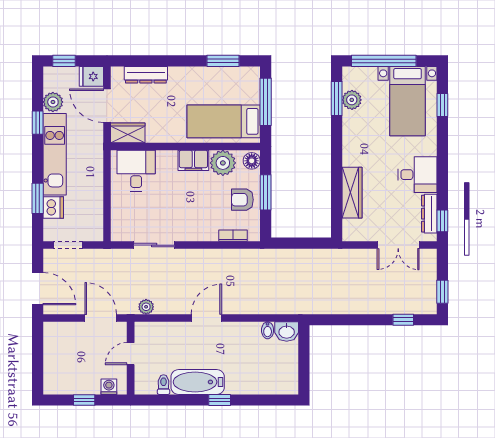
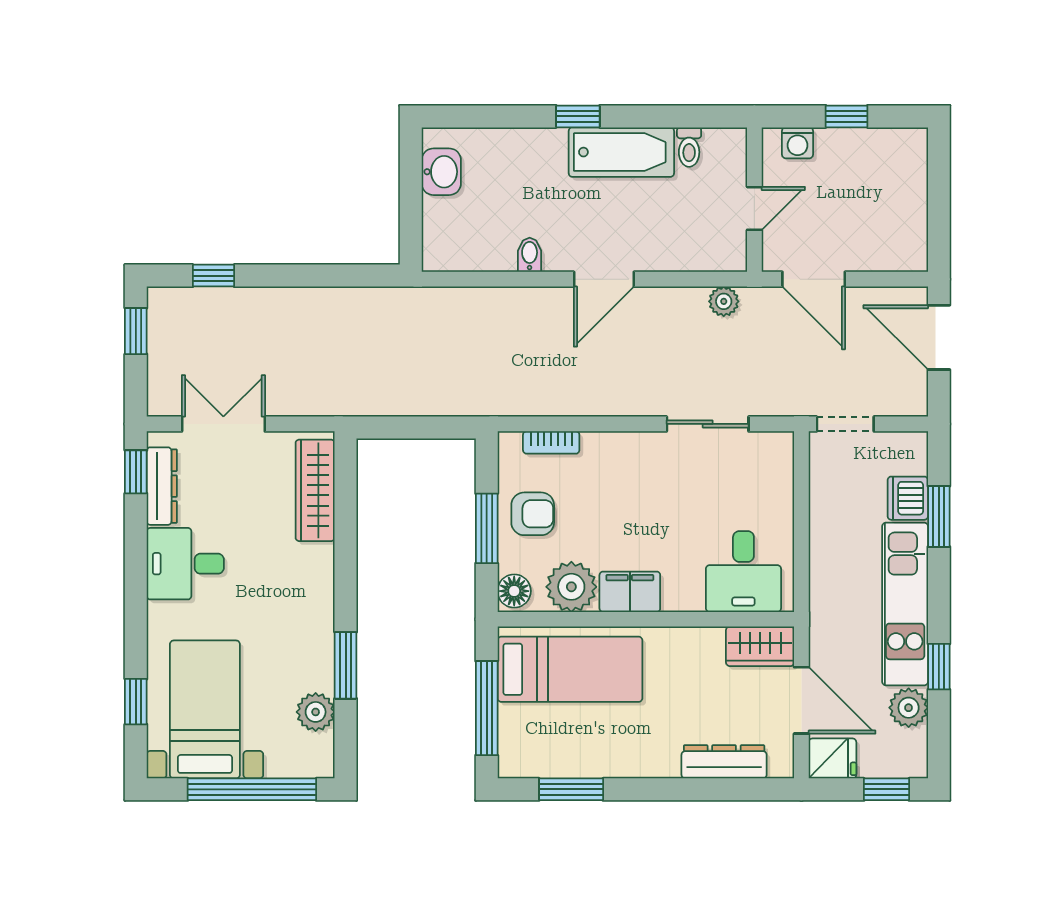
window: (337, 99) -> (346, 665), moved
wardrobe: (352, 193) -> (315, 490), moved
doorway: (68, 245) -> (845, 424), moved
bidet: (268, 330) -> (530, 255), moved
washbasin: (287, 332) -> (441, 172), moved, turned 90

